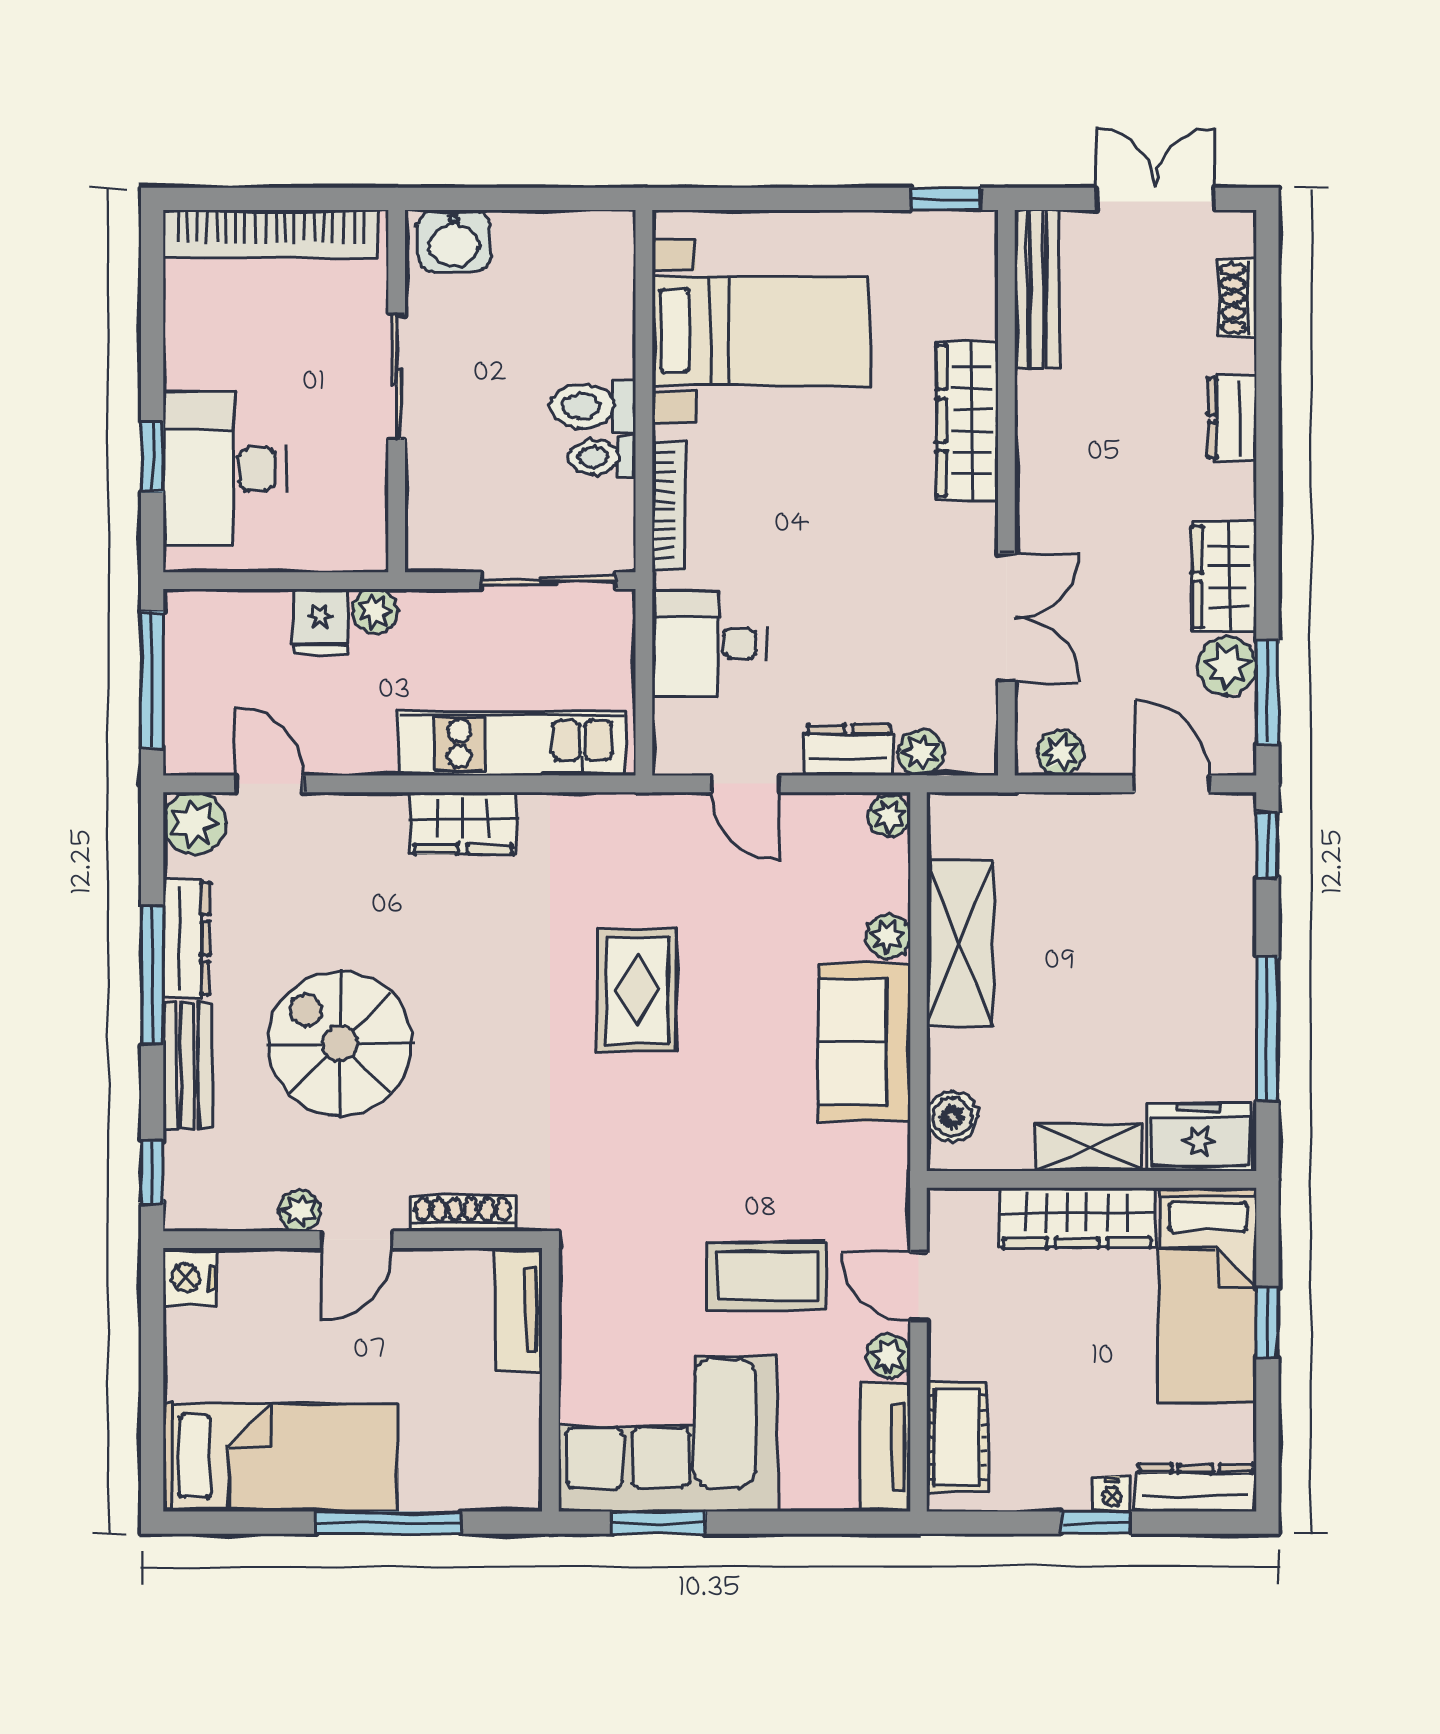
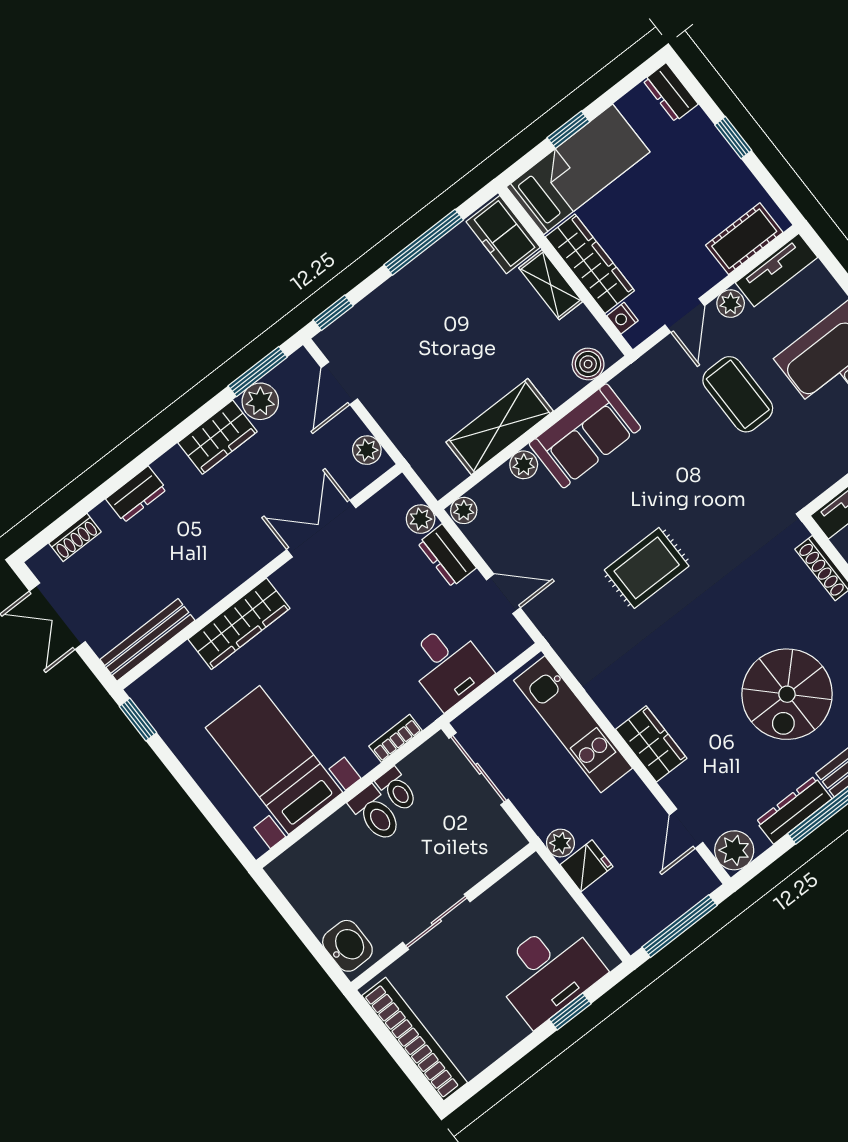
bookcase: (669, 506) -> (395, 738), width x0.64
door: (745, 784) -> (503, 594), hinge flipped
wardrobe: (463, 823) -> (651, 744), moved
dresser: (1196, 1488) -> (671, 92), width x0.70
nightstand: (1112, 1494) -> (622, 318), moved, turned 180

